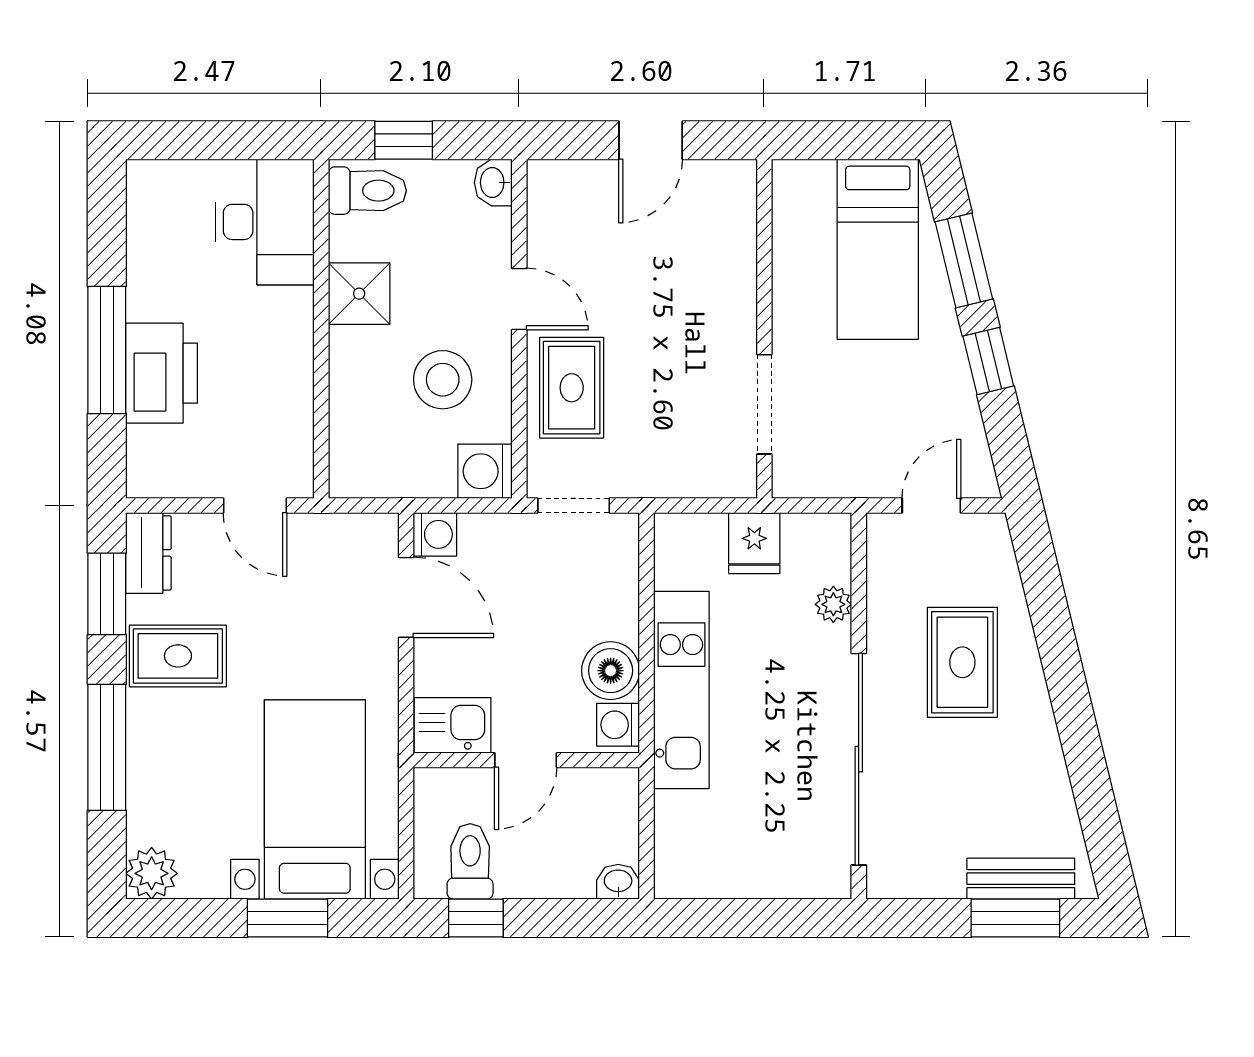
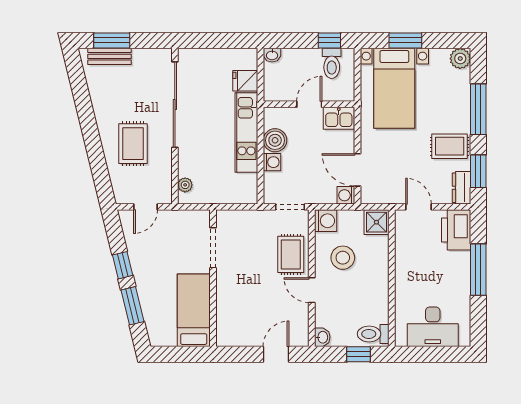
door: (651, 140) -> (276, 354), moved
desk: (265, 222) -> (433, 327), moved, turned -90
bed: (878, 249) -> (194, 310), moved
shower: (359, 294) -> (376, 222), moved
printer: (162, 373) -> (456, 230), moved
fridge: (754, 543) -> (245, 81), moved, turned -90
plant: (833, 604) -> (185, 185), moved
washing machine: (618, 725) -> (272, 162), moved

